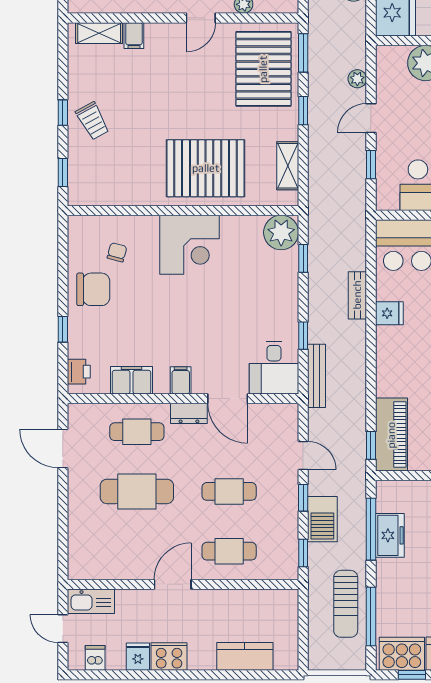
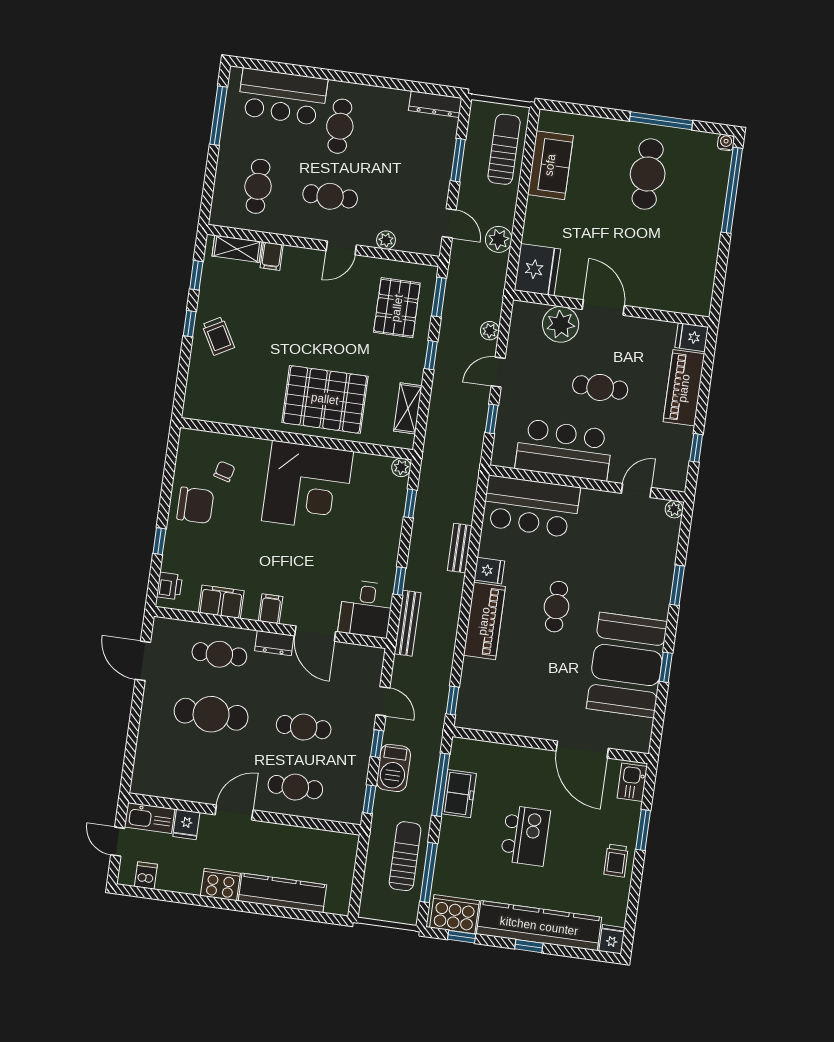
pallet: (263, 69) -> (397, 308), width x0.73, depth x0.71
window: (63, 172) -> (196, 275), moved
plant: (281, 232) -> (401, 467), width x0.53, depth x0.53
corner desk: (190, 245) -> (308, 486), width x1.36, depth x1.36
piano: (391, 435) -> (484, 621), moved
sun lounger: (346, 604) -> (405, 856), turned 180
kitchen counter: (245, 656) -> (282, 893), width x1.50
fridge: (138, 657) -> (186, 825), moved, turned 180

